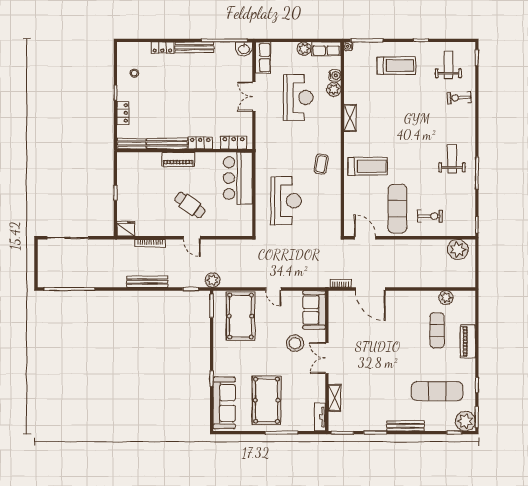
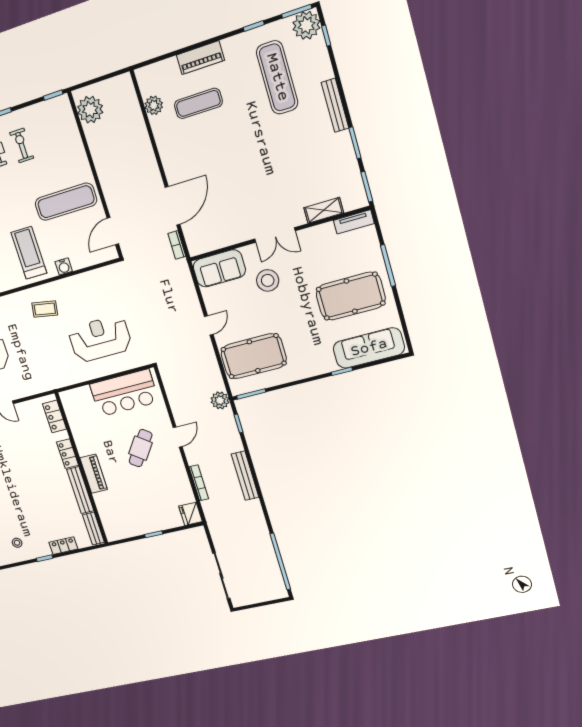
bar counter: (238, 178) -> (124, 393), moved
water cooler: (350, 190) -> (64, 266), added
exercise bike: (430, 216) -> (22, 145), moved

